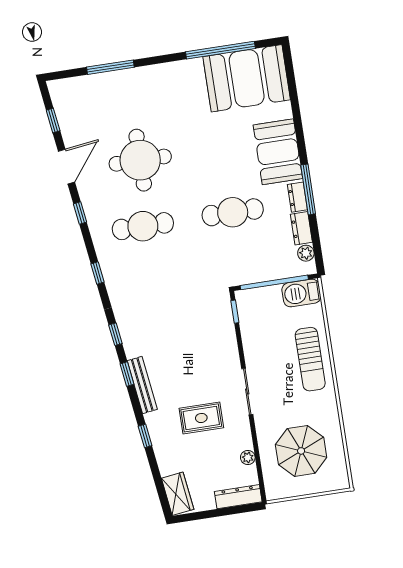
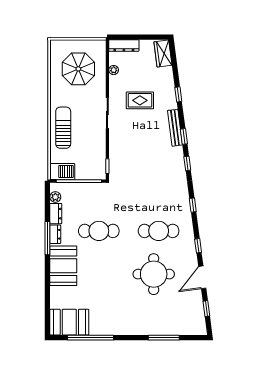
booth: (247, 78) -> (69, 322), width x0.73, depth x0.70

